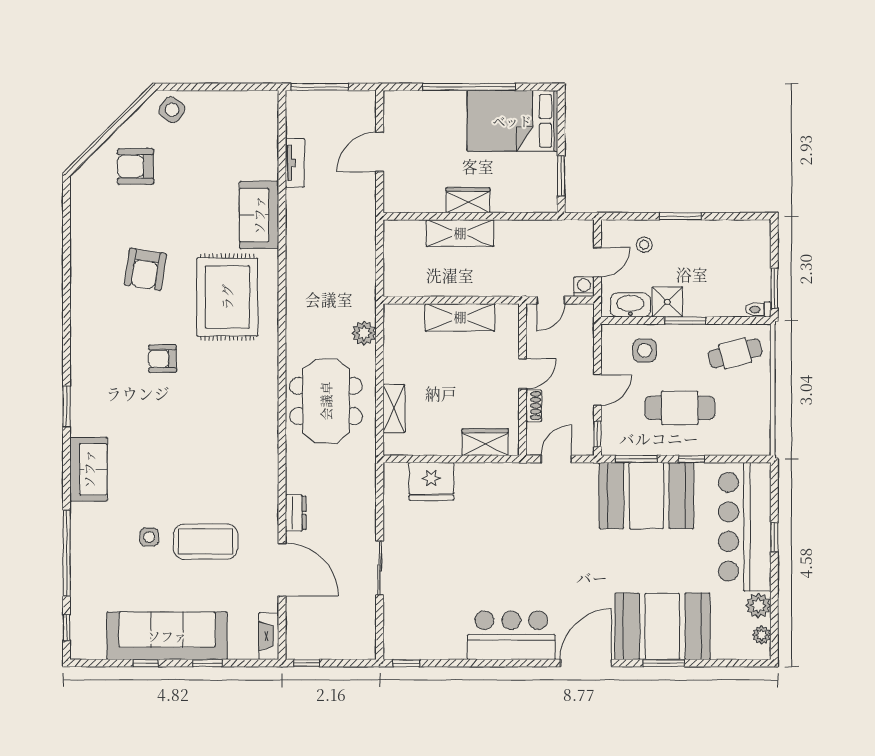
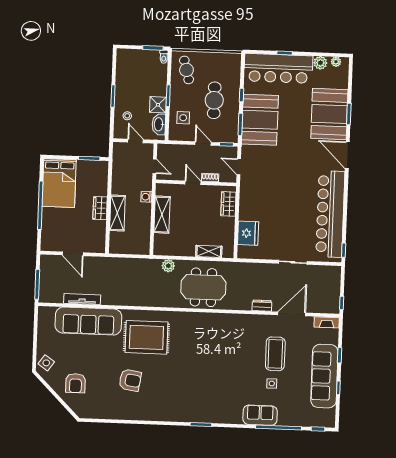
tv unit: (295, 163) -> (82, 299), width x1.41
sofa: (259, 215) -> (88, 321), width x1.85, depth x1.27
washing machine: (584, 287) -> (146, 197), moved
armchair: (163, 359) -> (178, 373), removed
sofa: (89, 469) -> (260, 415), moved
bar counter: (511, 635) -> (330, 214), width x1.86

